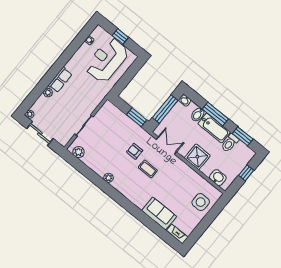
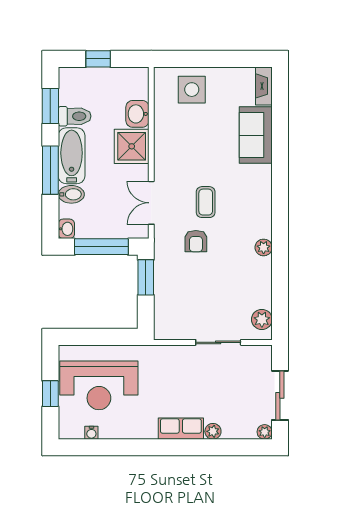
washbasin: (218, 178) -> (137, 114), moved

